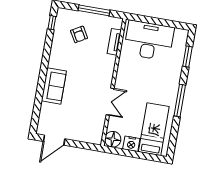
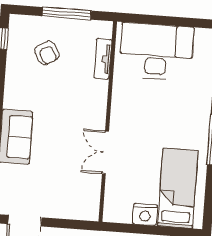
double door: (110, 102) -> (105, 152), swing flipped
floor lamp: (113, 139) -> (116, 210), removed

